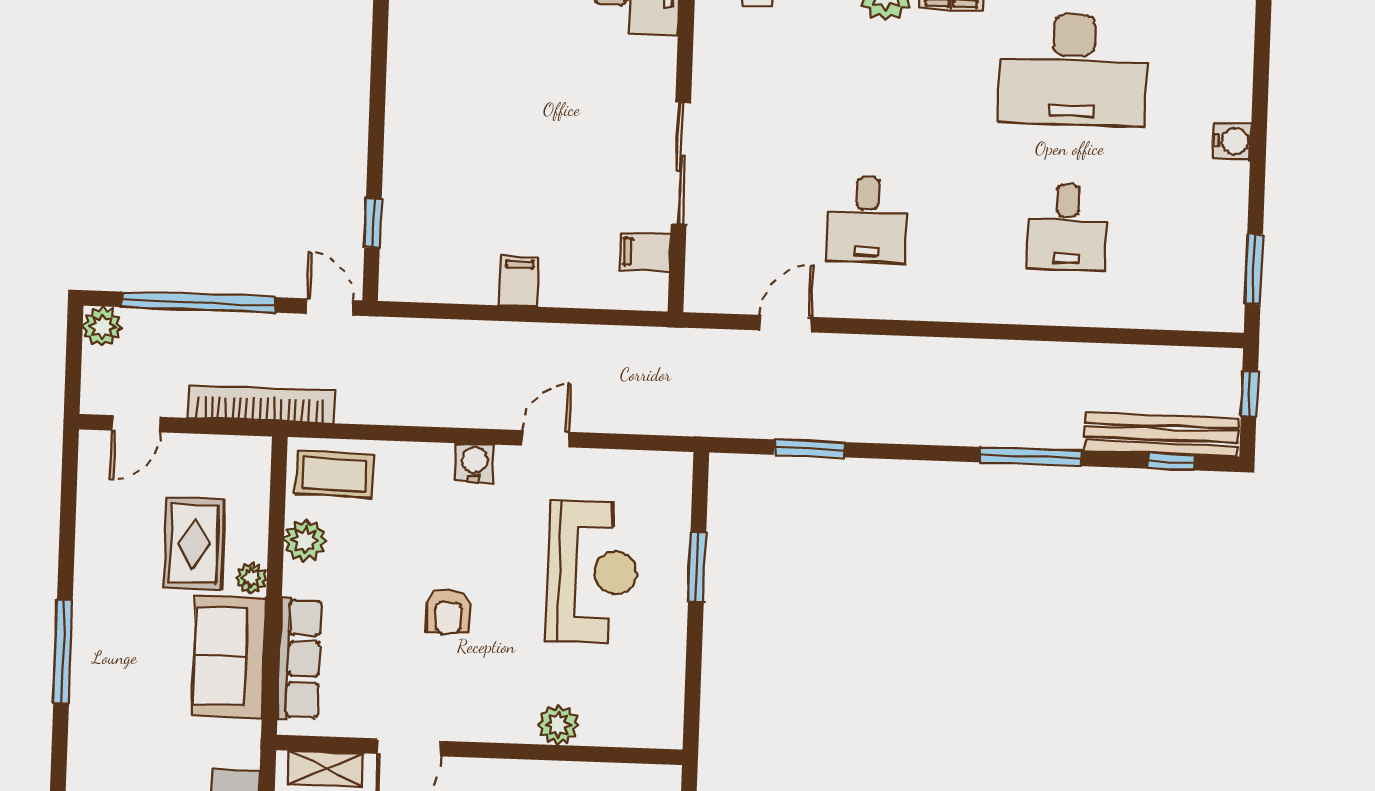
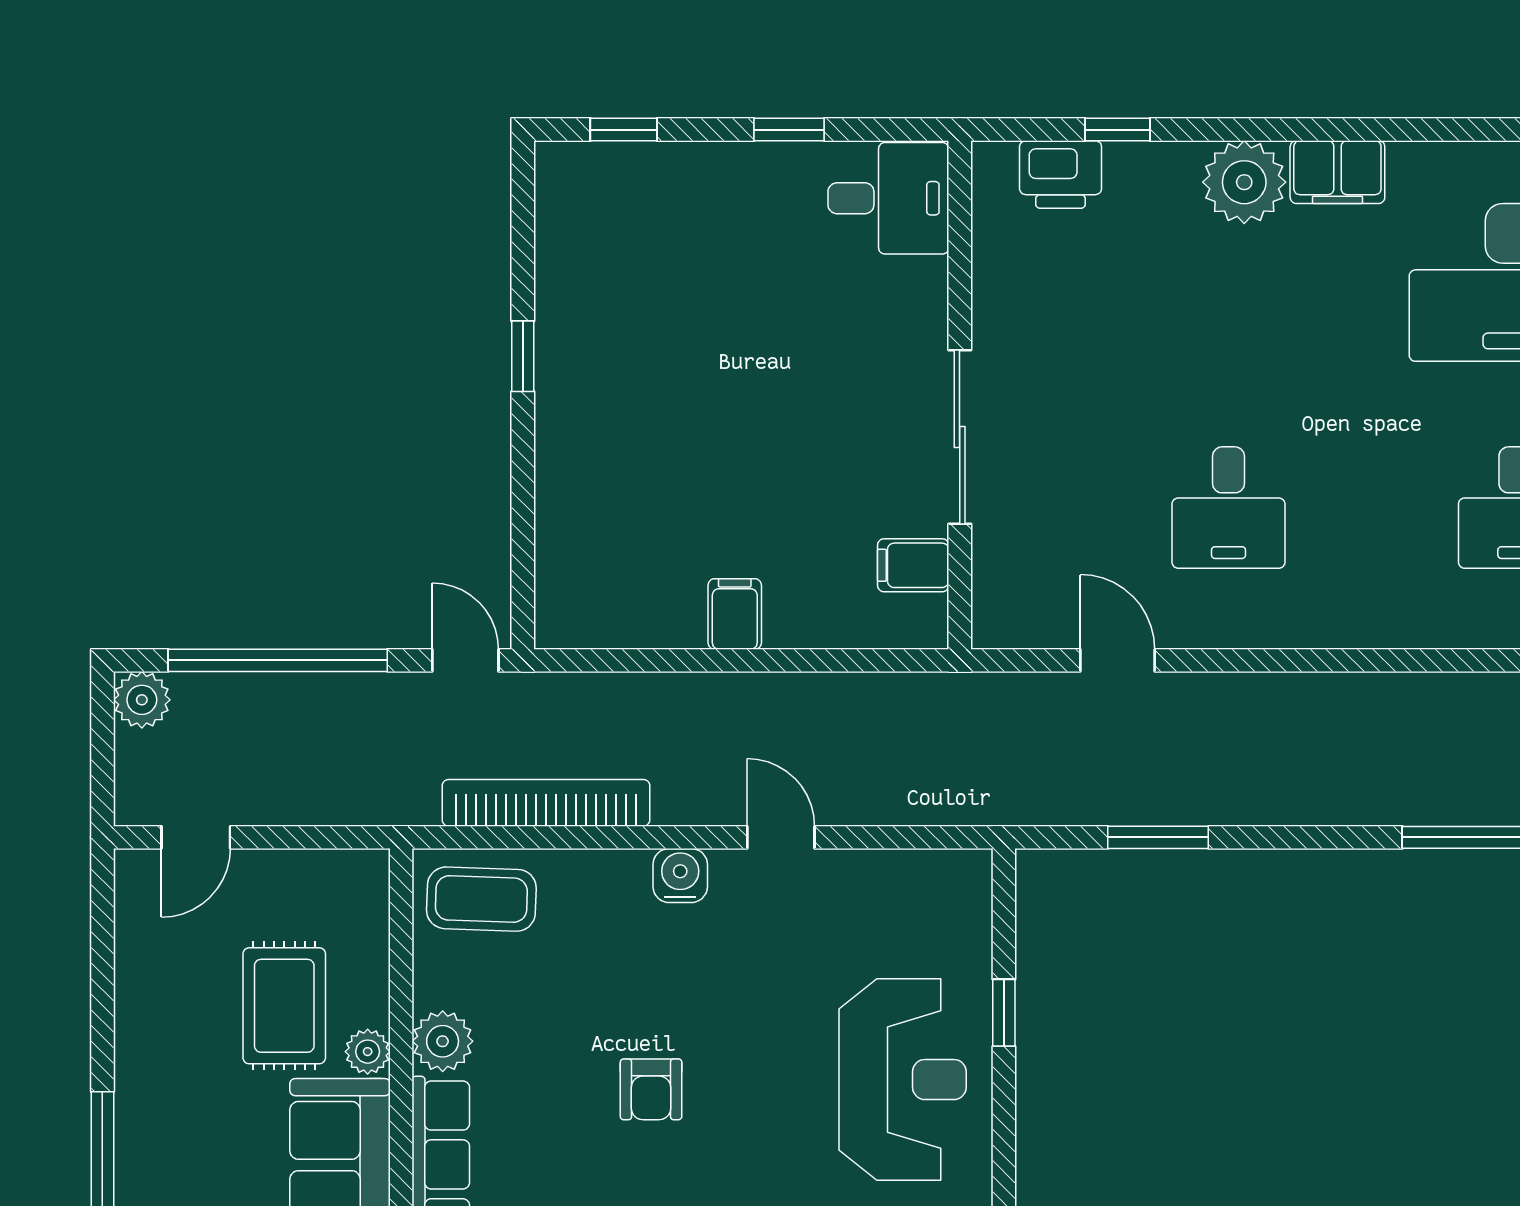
window: (373, 223) -> (523, 356), moved
door: (786, 324) -> (1117, 660), hinge flipped
bookcase: (261, 404) -> (546, 803), moved
door: (546, 439) -> (781, 837), hinge flipped
plant: (305, 540) -> (443, 1041), moved
window: (697, 567) -> (1004, 1013), width x0.67
reception desk: (593, 572) -> (903, 1080), moved

